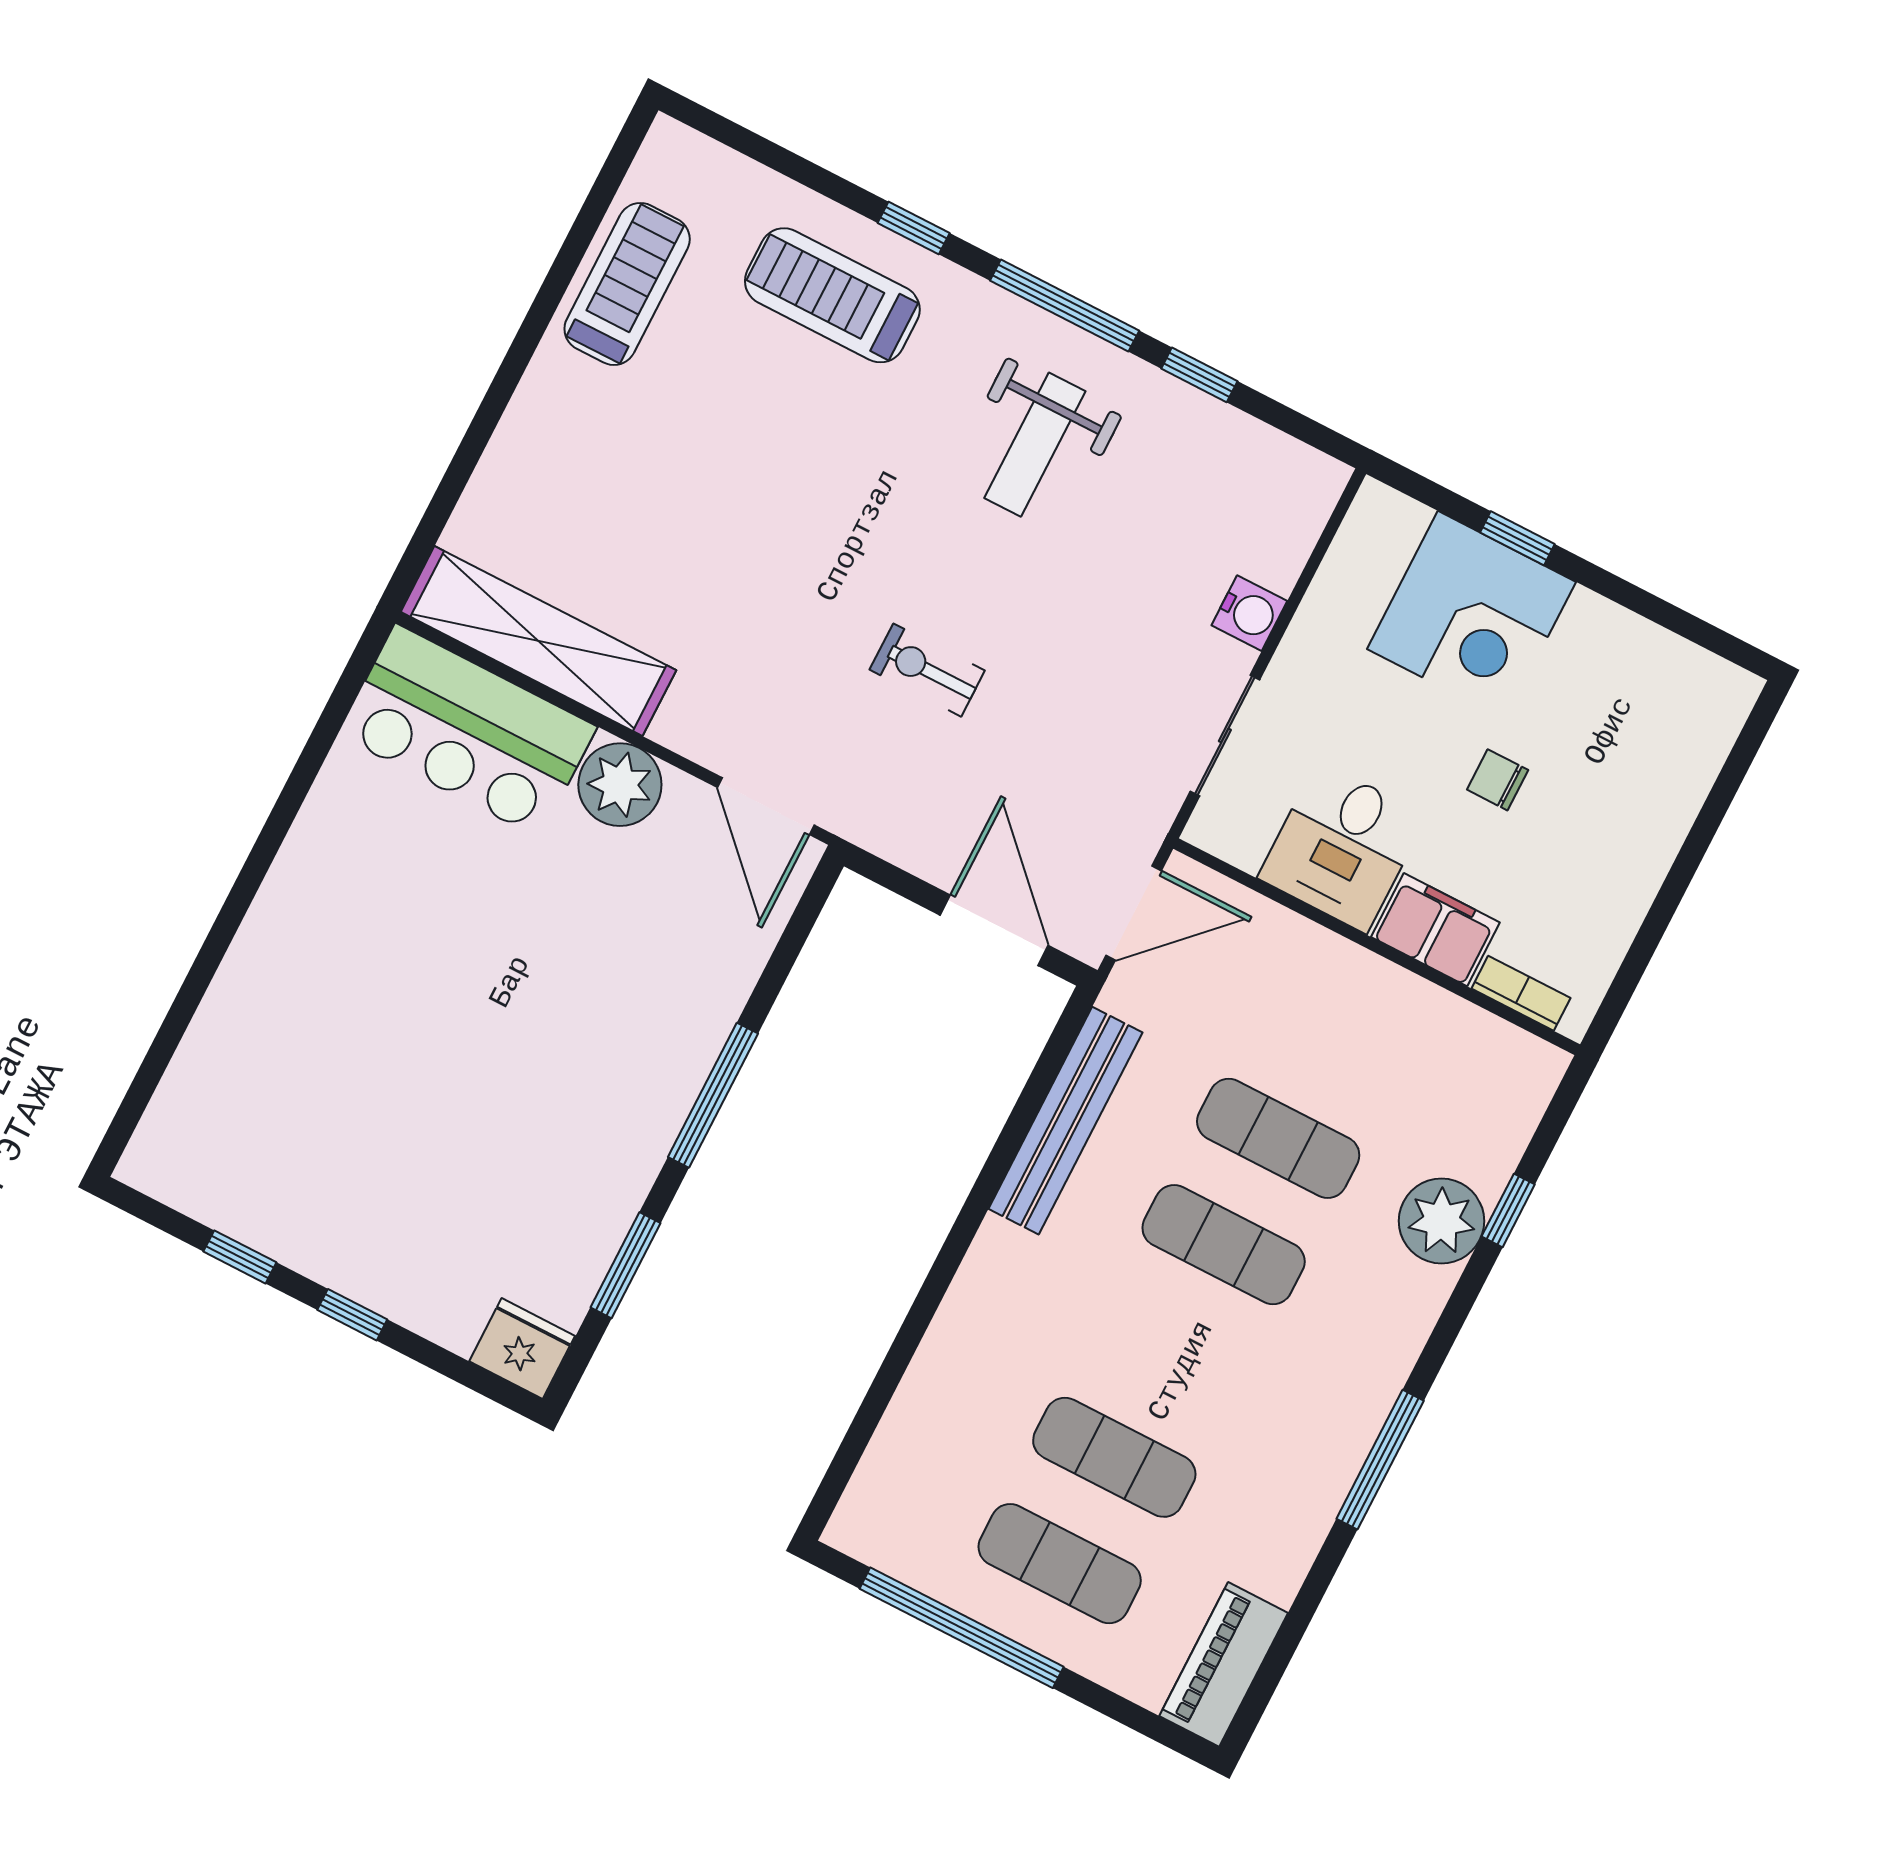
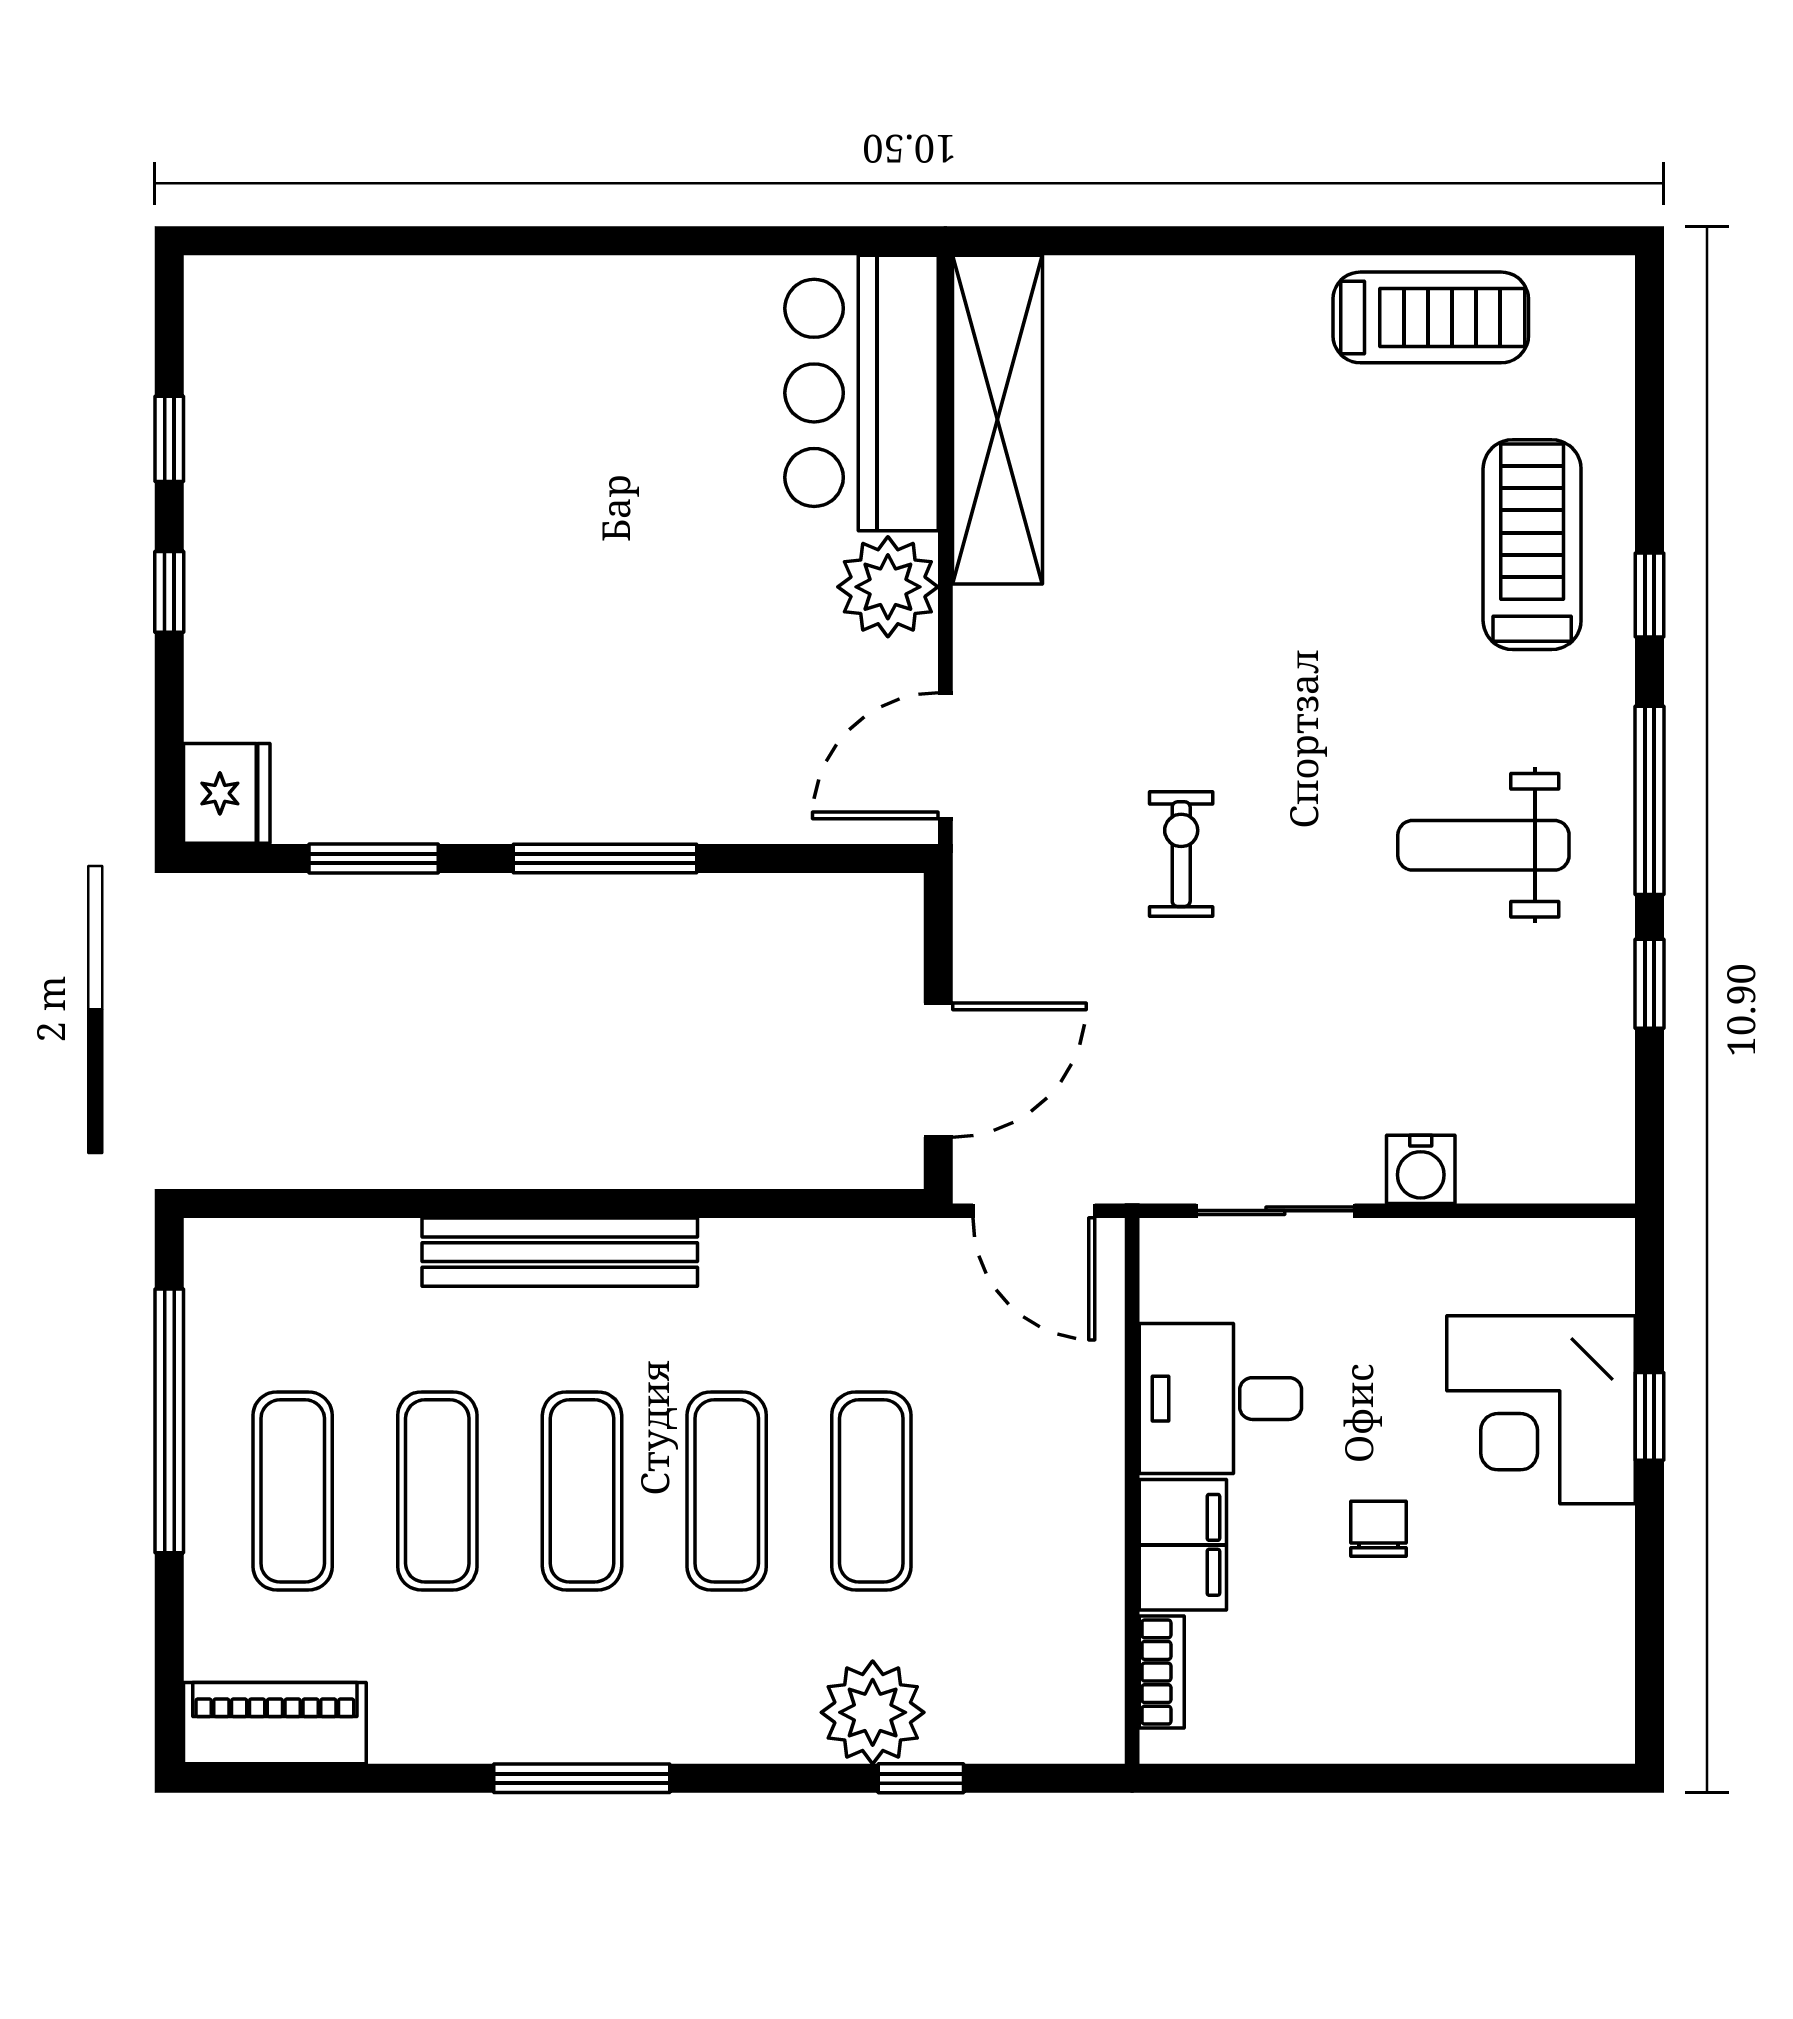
bench: (1065, 1121) -> (560, 1252), moved
exercise mat: (1169, 1351) -> (582, 1491), added

